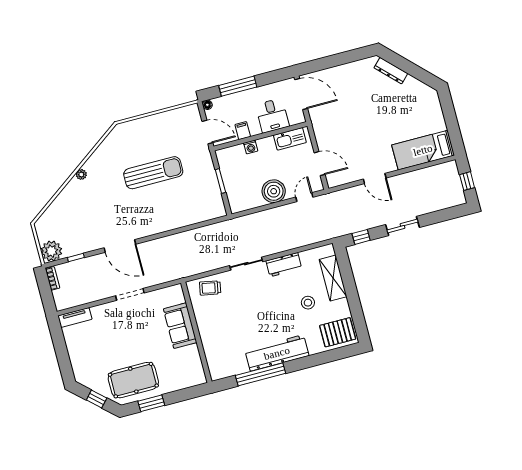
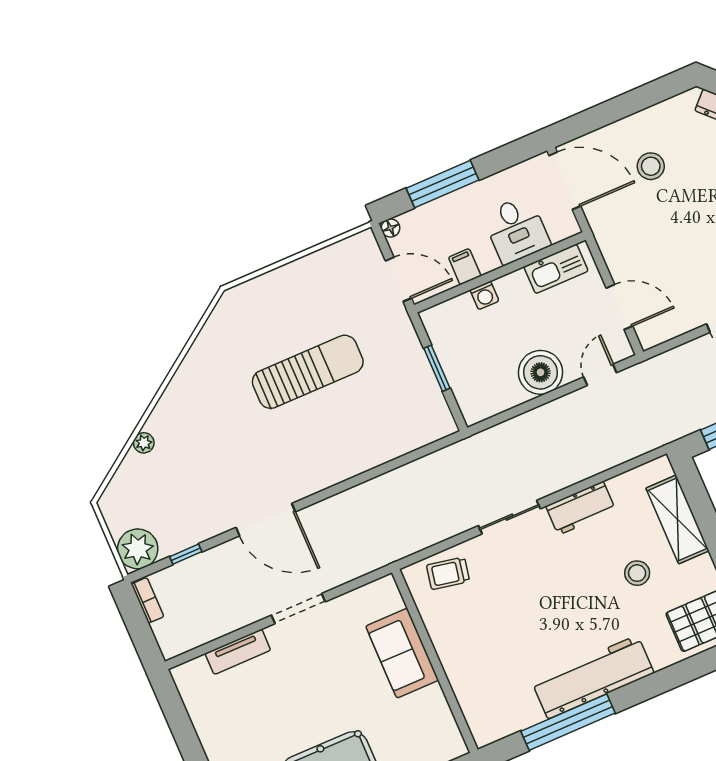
stool: (347, 93) -> (651, 166), added
plant: (81, 174) -> (144, 443), moved
tv unit: (75, 317) -> (238, 652), moved

